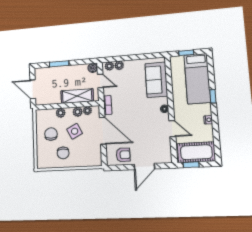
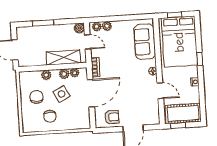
bed: (197, 79) -> (179, 42), width x1.50
door: (103, 131) -> (91, 93), hinge flipped

